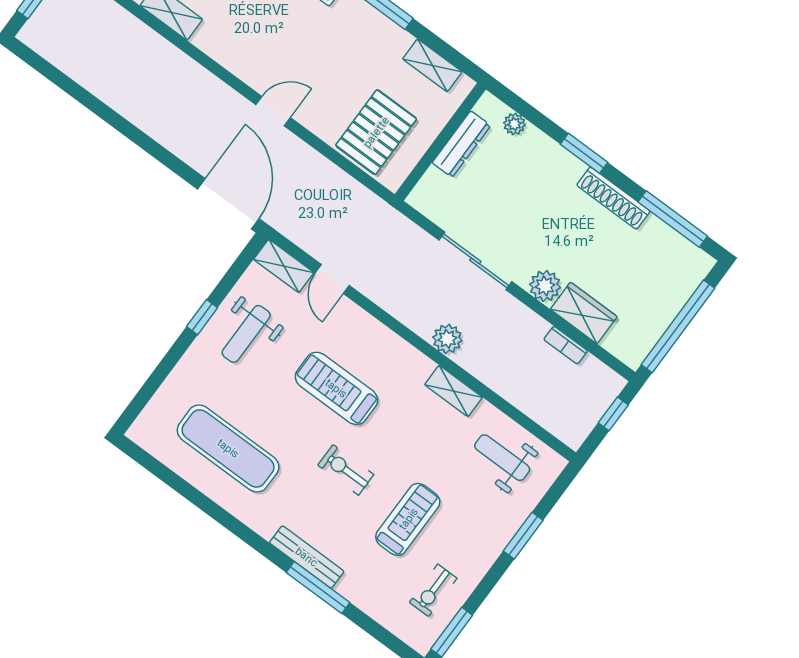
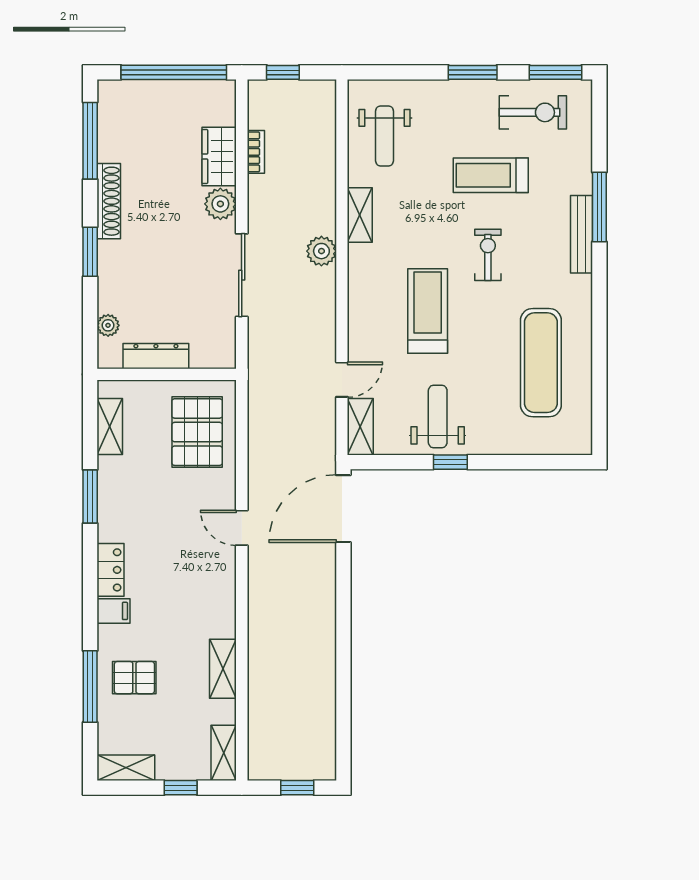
pallet: (376, 132) -> (197, 432), turned 90
weight bench: (246, 334) -> (438, 417), turned -90
treadmill: (336, 388) -> (428, 311), turned 180
exercise bike: (346, 470) -> (488, 255), turned 180
window: (523, 536) -> (473, 72), moved
exercise bike: (433, 590) -> (533, 112), width x1.38, depth x1.39

